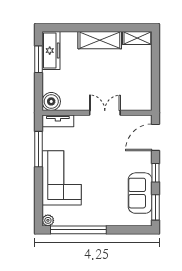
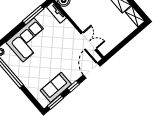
double door: (105, 113) -> (89, 41), moved
door: (156, 137) -> (92, 70), hinge flipped

